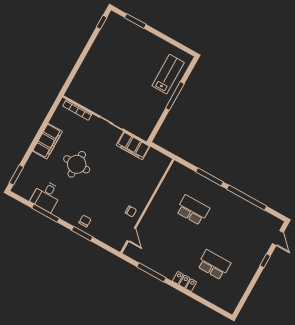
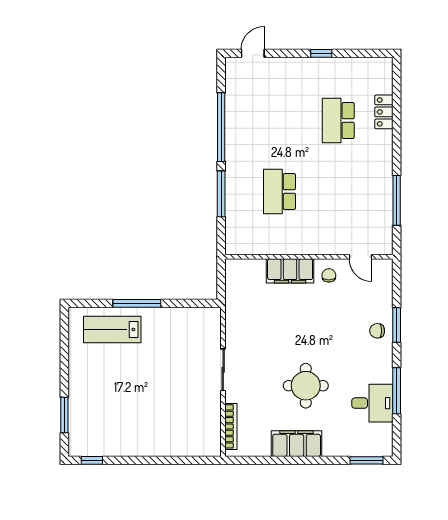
filing cabinet: (133, 146) -> (290, 271), moved, turned 90
door: (131, 235) -> (360, 257), swing flipped
window: (265, 261) -> (321, 53), moved
locker: (185, 282) -> (384, 112), moved

